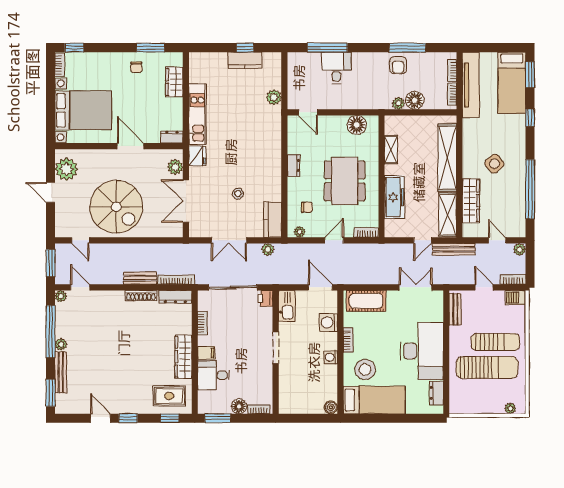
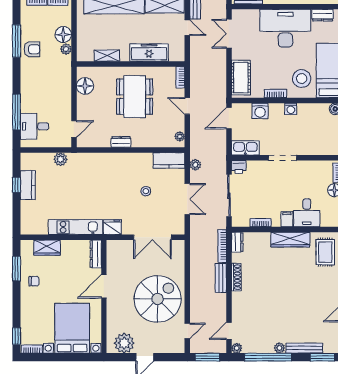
desk: (336, 68) -> (34, 126), moved
dresser: (172, 137) -> (96, 254), width x1.44
plant: (175, 167) -> (122, 247), removed
dining table: (345, 181) -> (135, 97), turned 90
chair: (307, 207) -> (158, 130), removed
dresser: (175, 297) -> (237, 242), width x0.70

